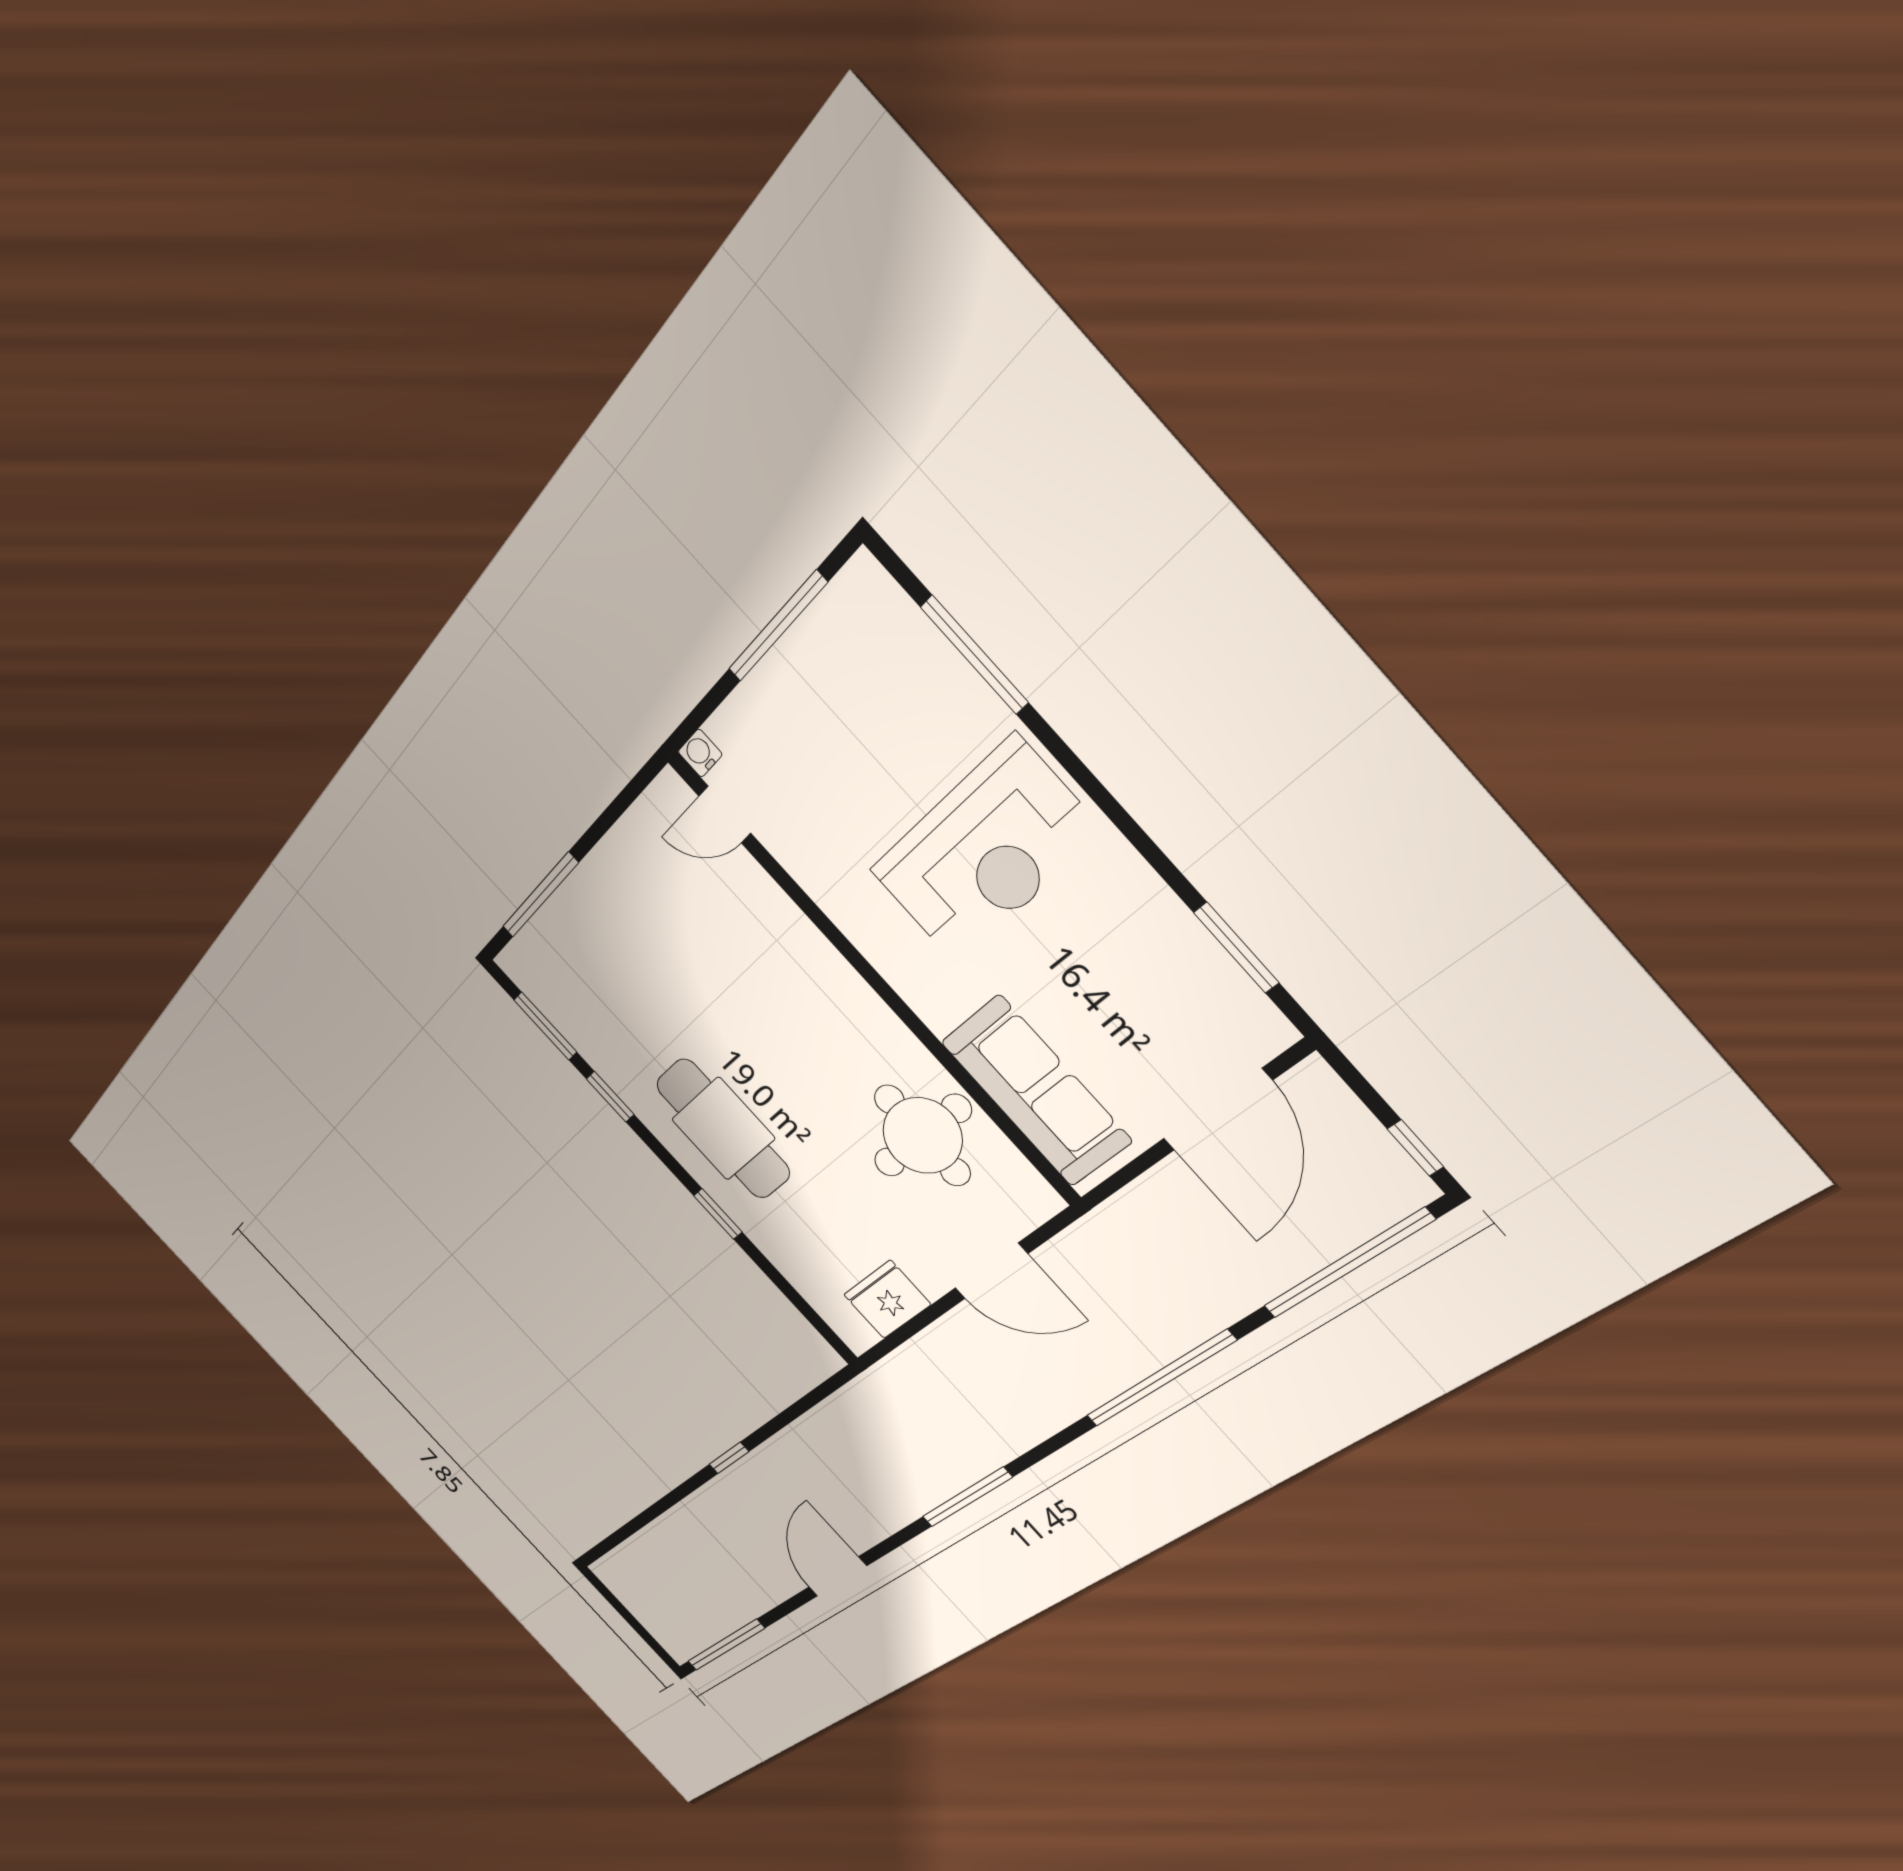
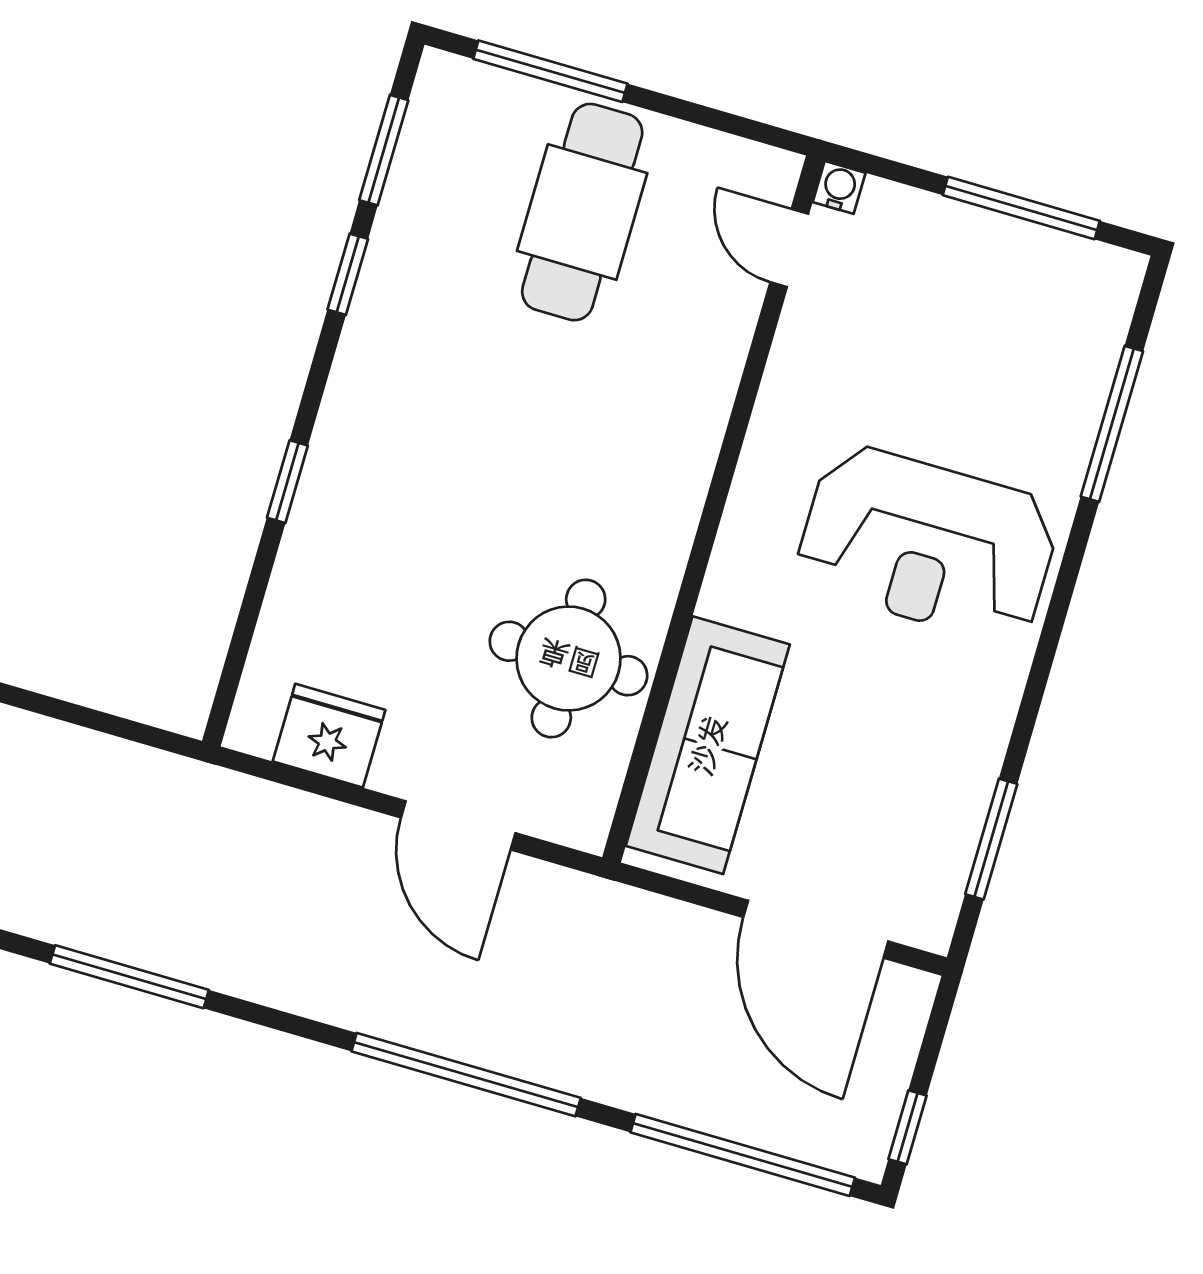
door: (1217, 1110) -> (816, 929), hinge flipped
cafe table: (723, 1129) -> (582, 212), moved

